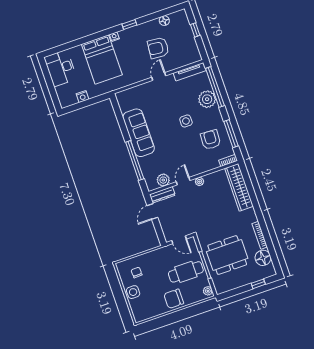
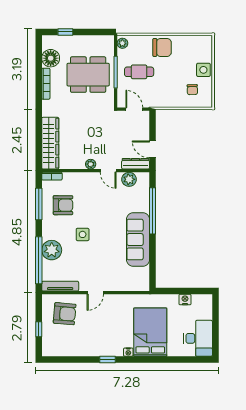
floor lamp: (164, 21) -> (68, 351), removed
armchair: (158, 48) -> (65, 314), moved
armchair: (211, 140) -> (63, 205), turned -93
door: (183, 181) -> (108, 171), hinge flipped
door: (152, 212) -> (153, 149), swing flipped
cafe table: (186, 272) -> (139, 72), width x0.73, depth x0.74

